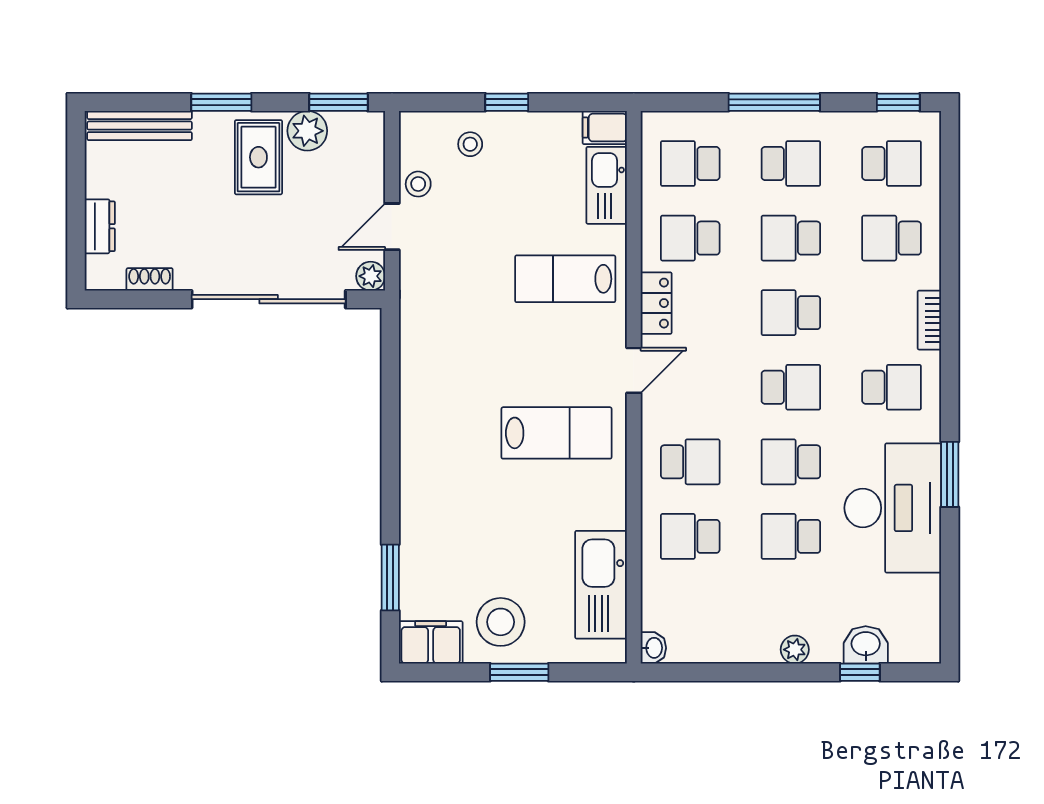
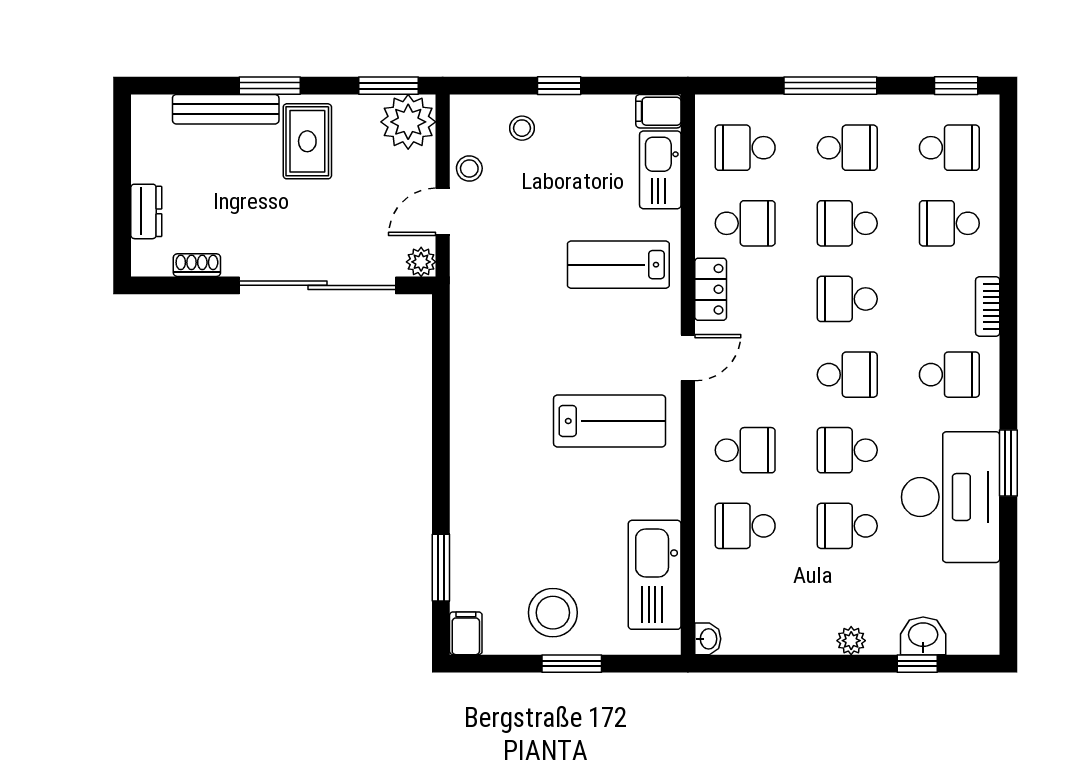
bench: (140, 126) -> (226, 109), moved
plant: (307, 131) -> (408, 122), moved, width x1.36, depth x1.36
school desk: (690, 238) -> (745, 223), turned 180
filing cabinet: (431, 642) -> (466, 633), width x0.50

